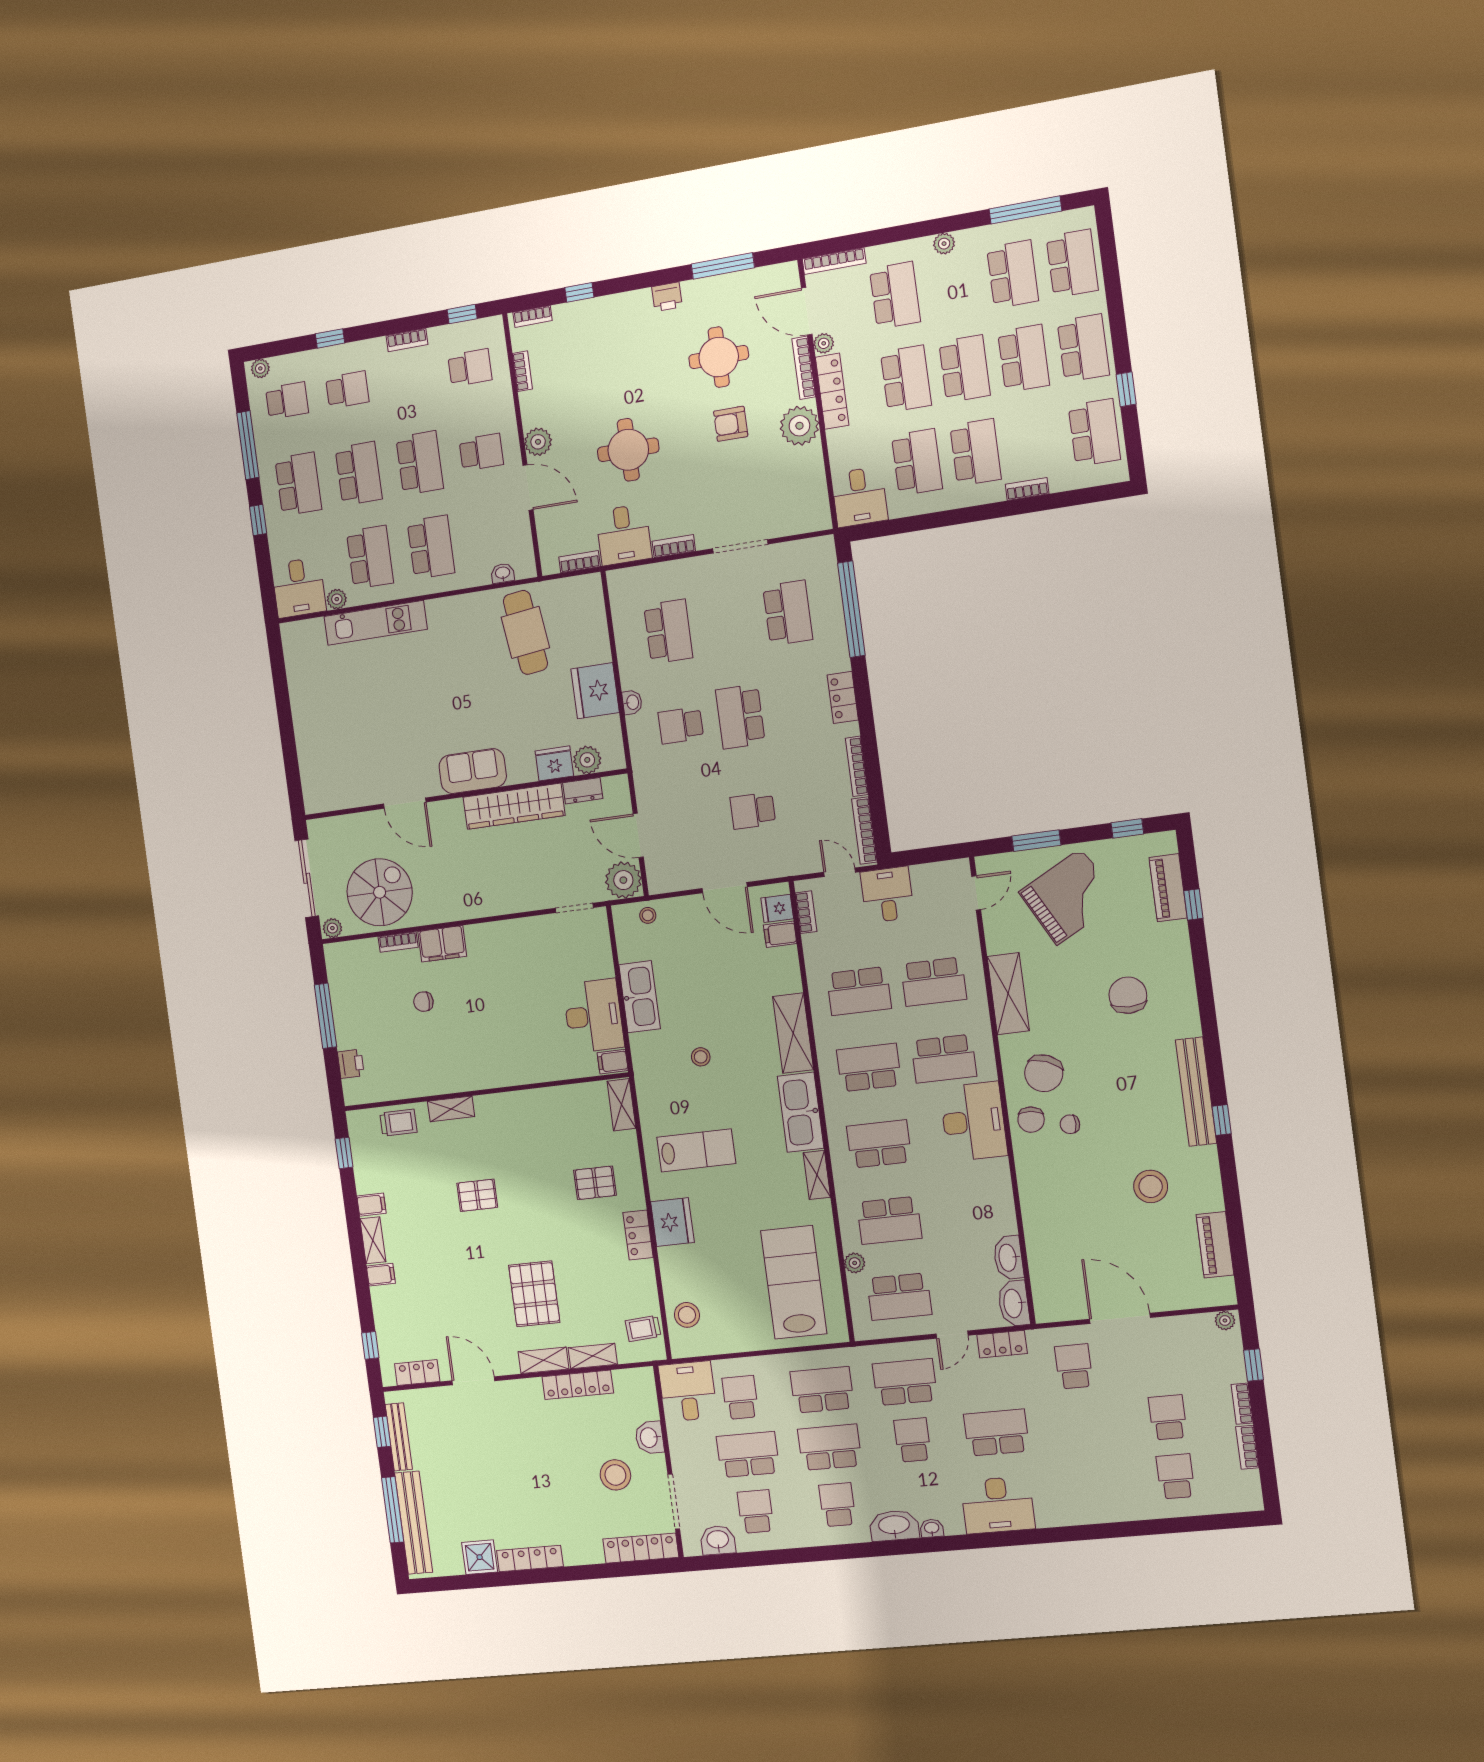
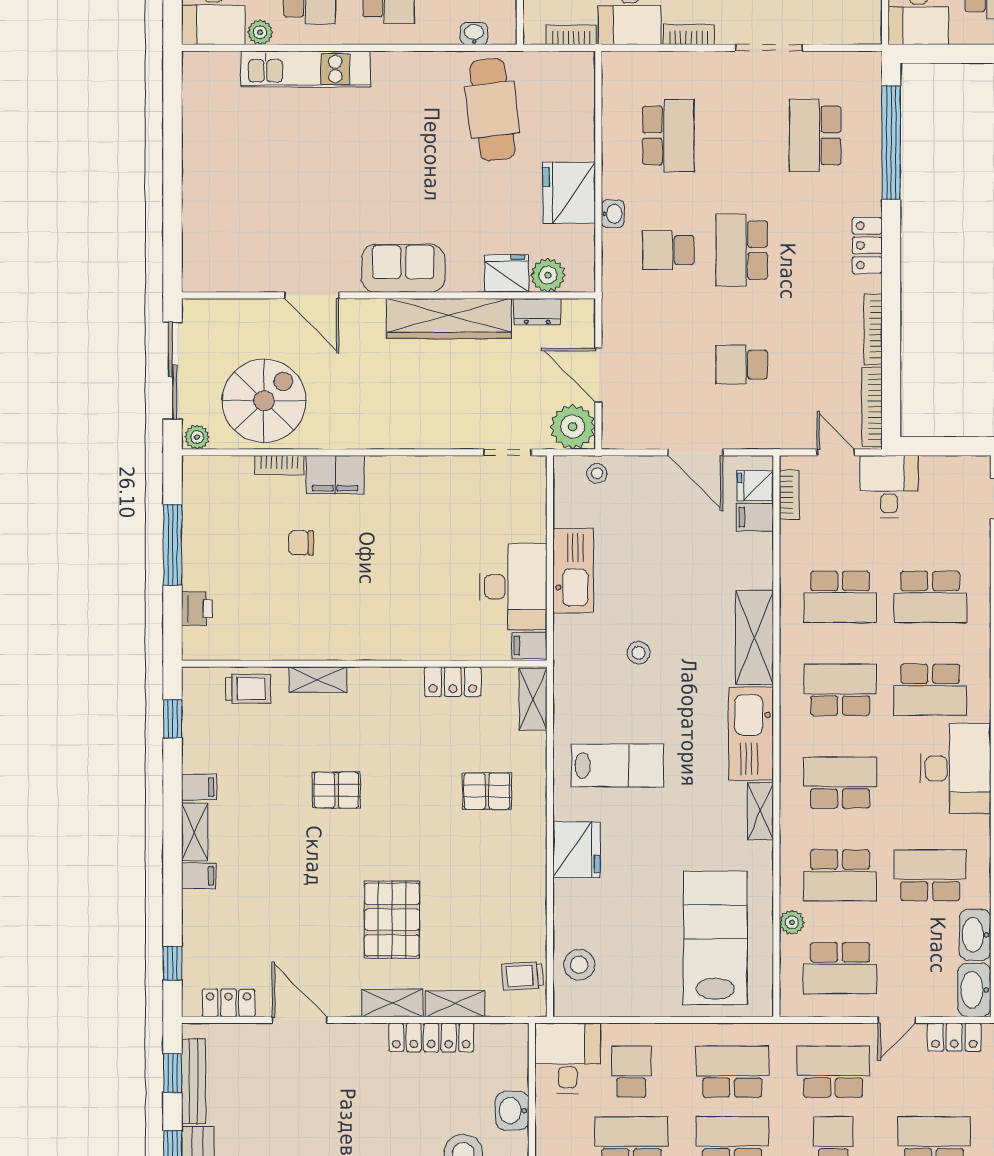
school desk: (788, 613) -> (815, 135), turned 180
school desk: (964, 1212) -> (930, 875), added
locker: (638, 1235) -> (453, 682), moved, turned -90

